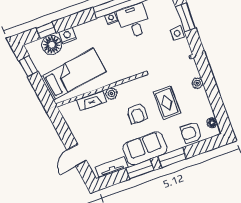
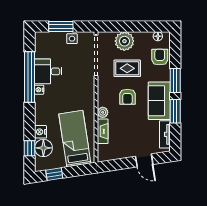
plant: (197, 83) -> (124, 41), width x1.88, depth x1.88
armchair: (137, 114) -> (127, 97), turned 90
armchair: (191, 132) -> (160, 57), turned 180

